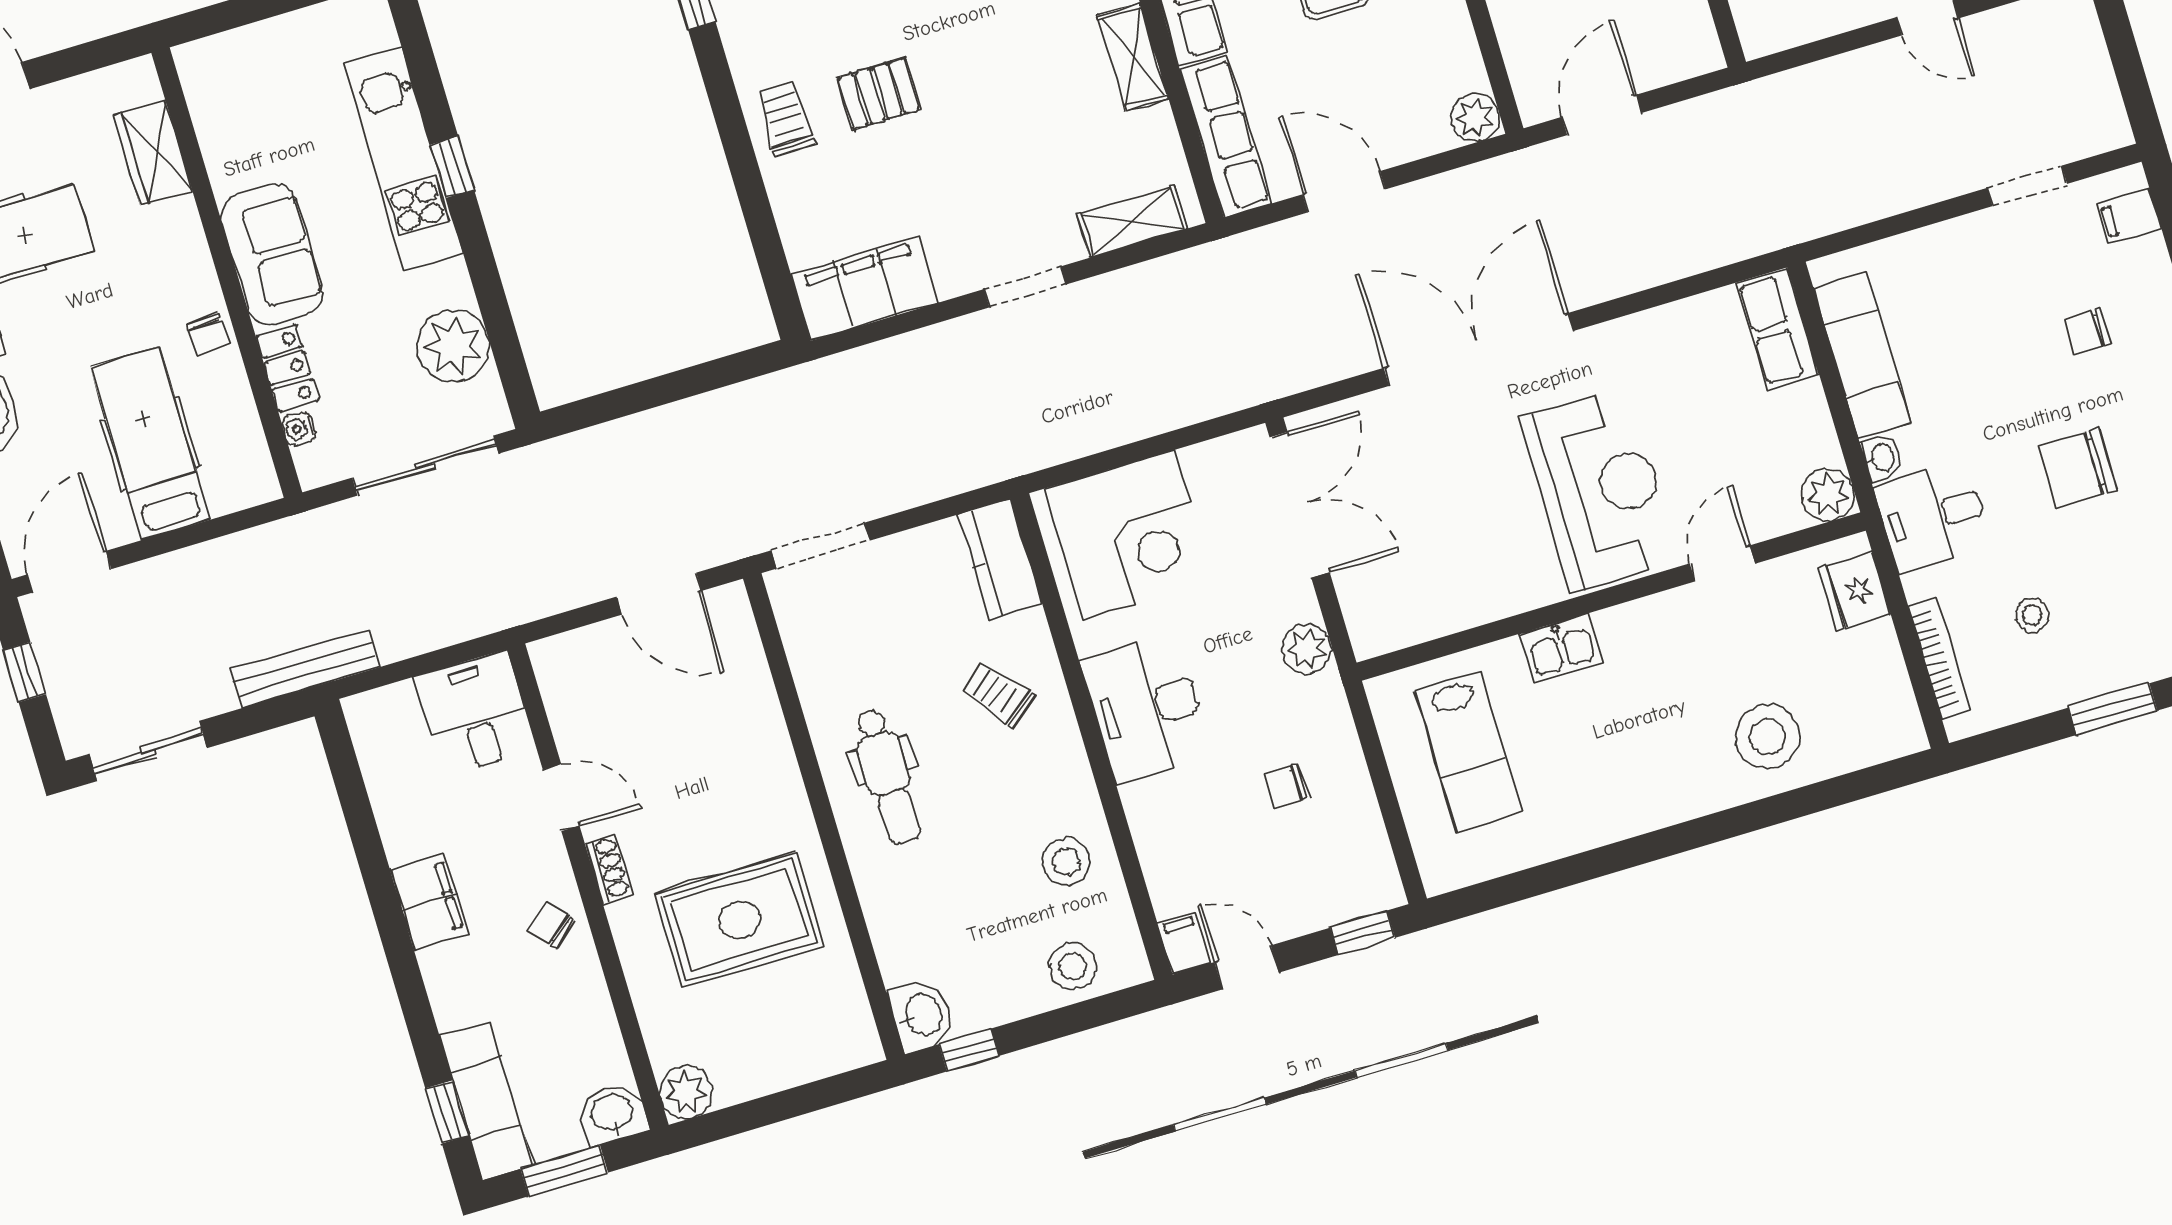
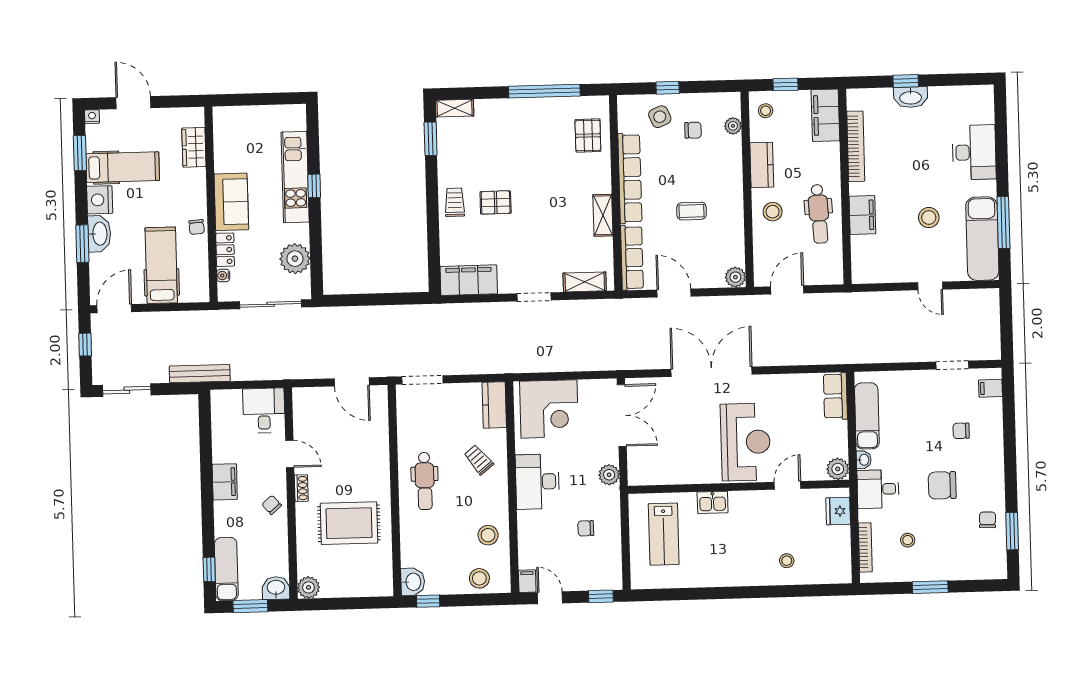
stool: (1767, 737) -> (787, 561), width x0.53, depth x0.53

